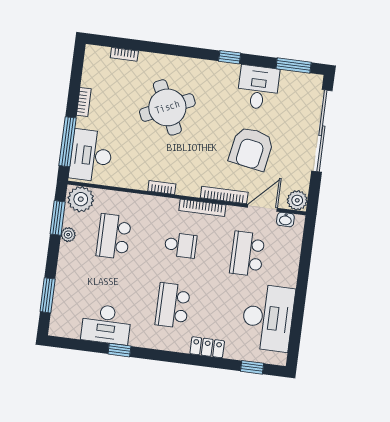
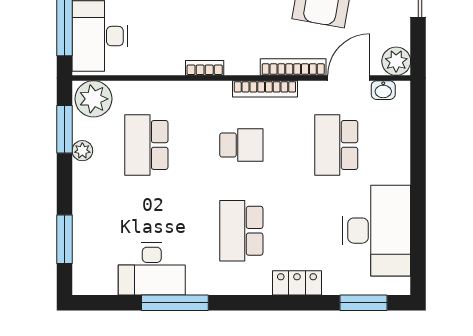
window: (119, 350) -> (175, 303), width x2.17
window: (252, 367) -> (363, 303), width x1.50

